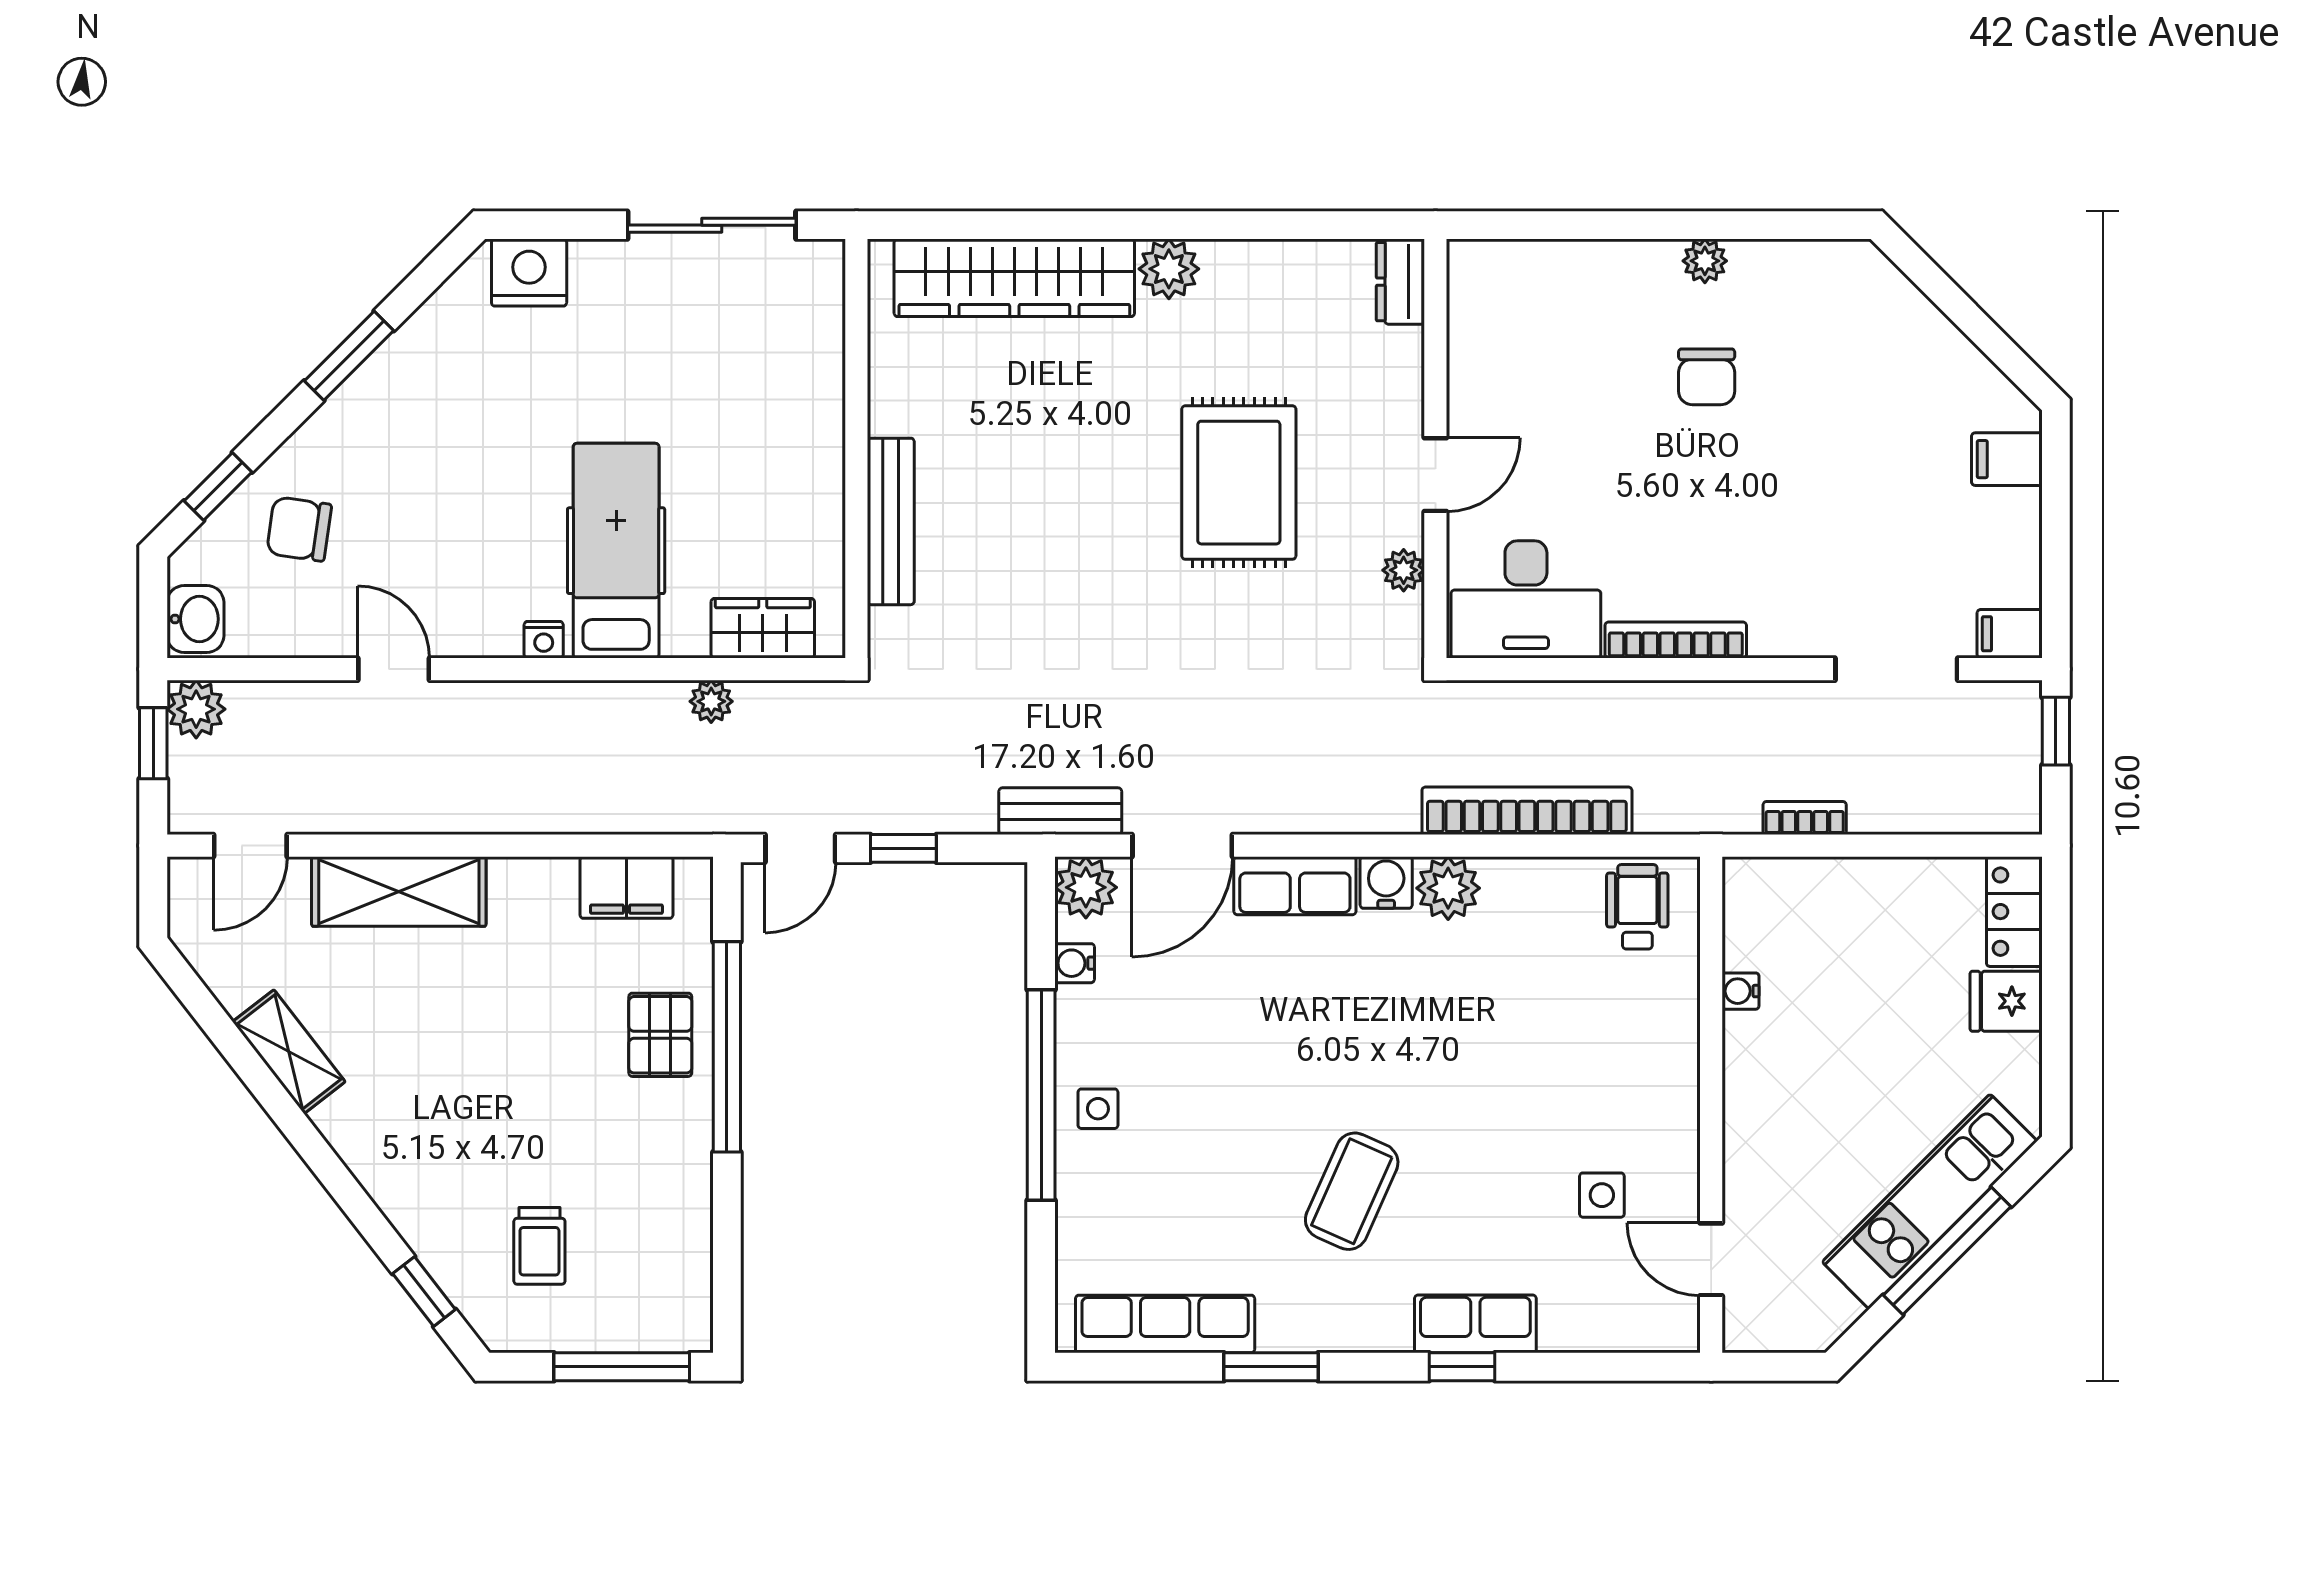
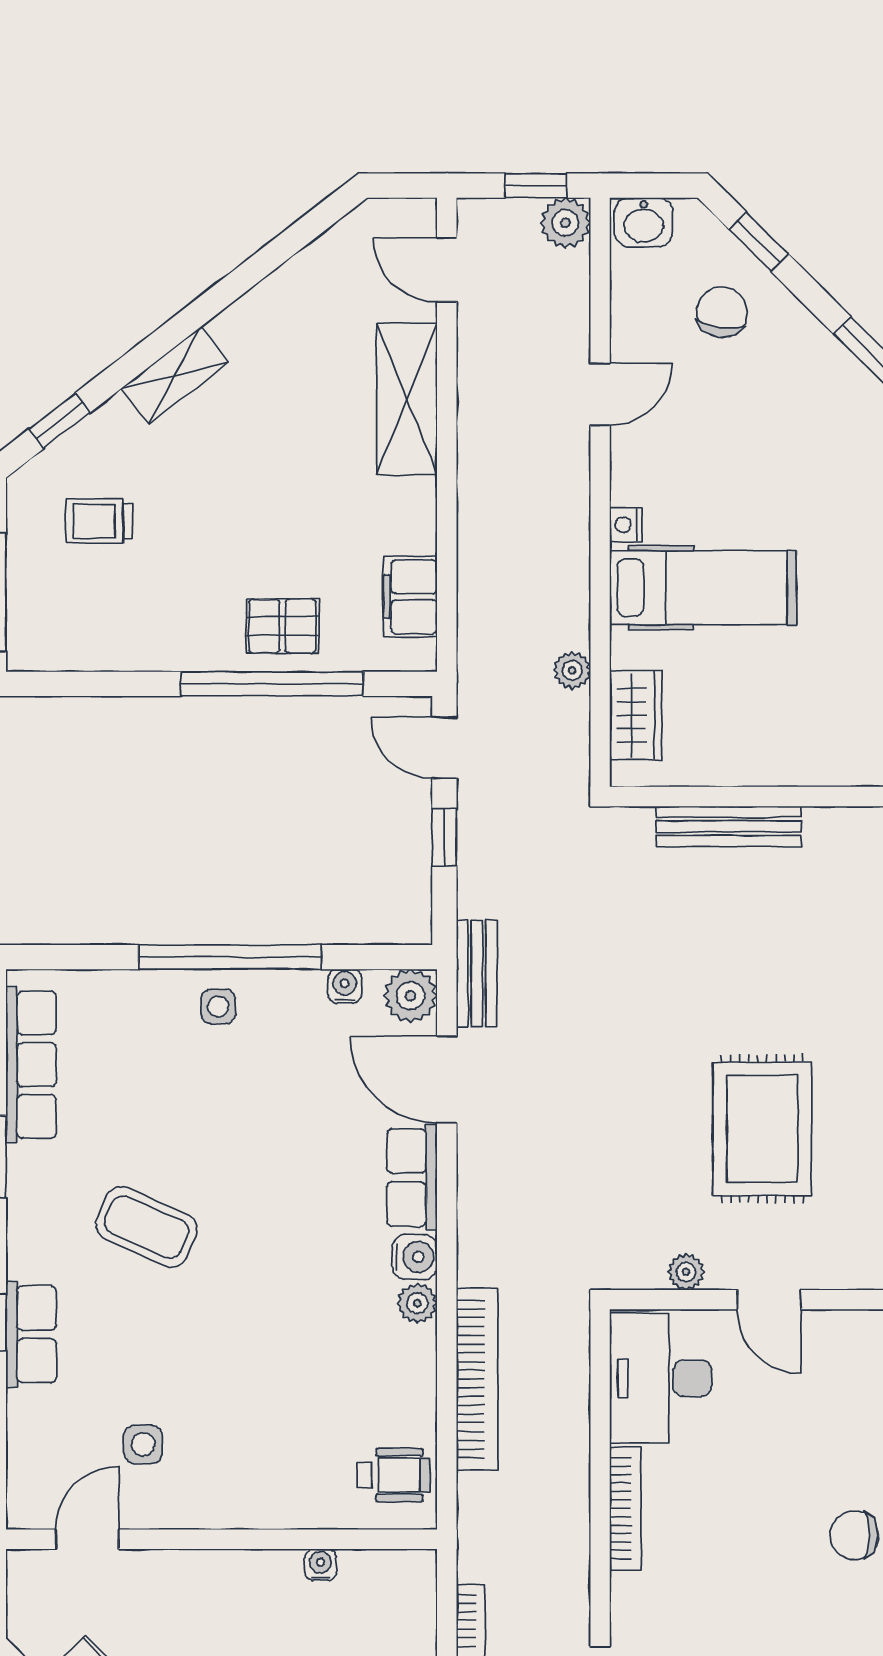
rug: (1239, 483) -> (762, 1129), turned 90
plant: (1448, 888) -> (417, 1303), width x0.73, depth x0.73
shelving: (289, 1052) -> (175, 375), moved

